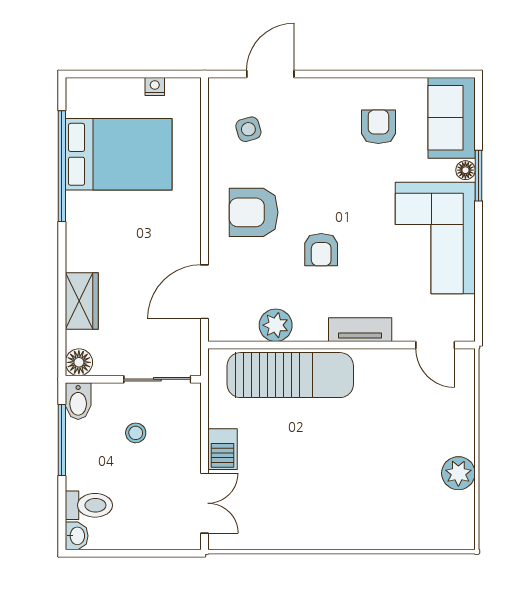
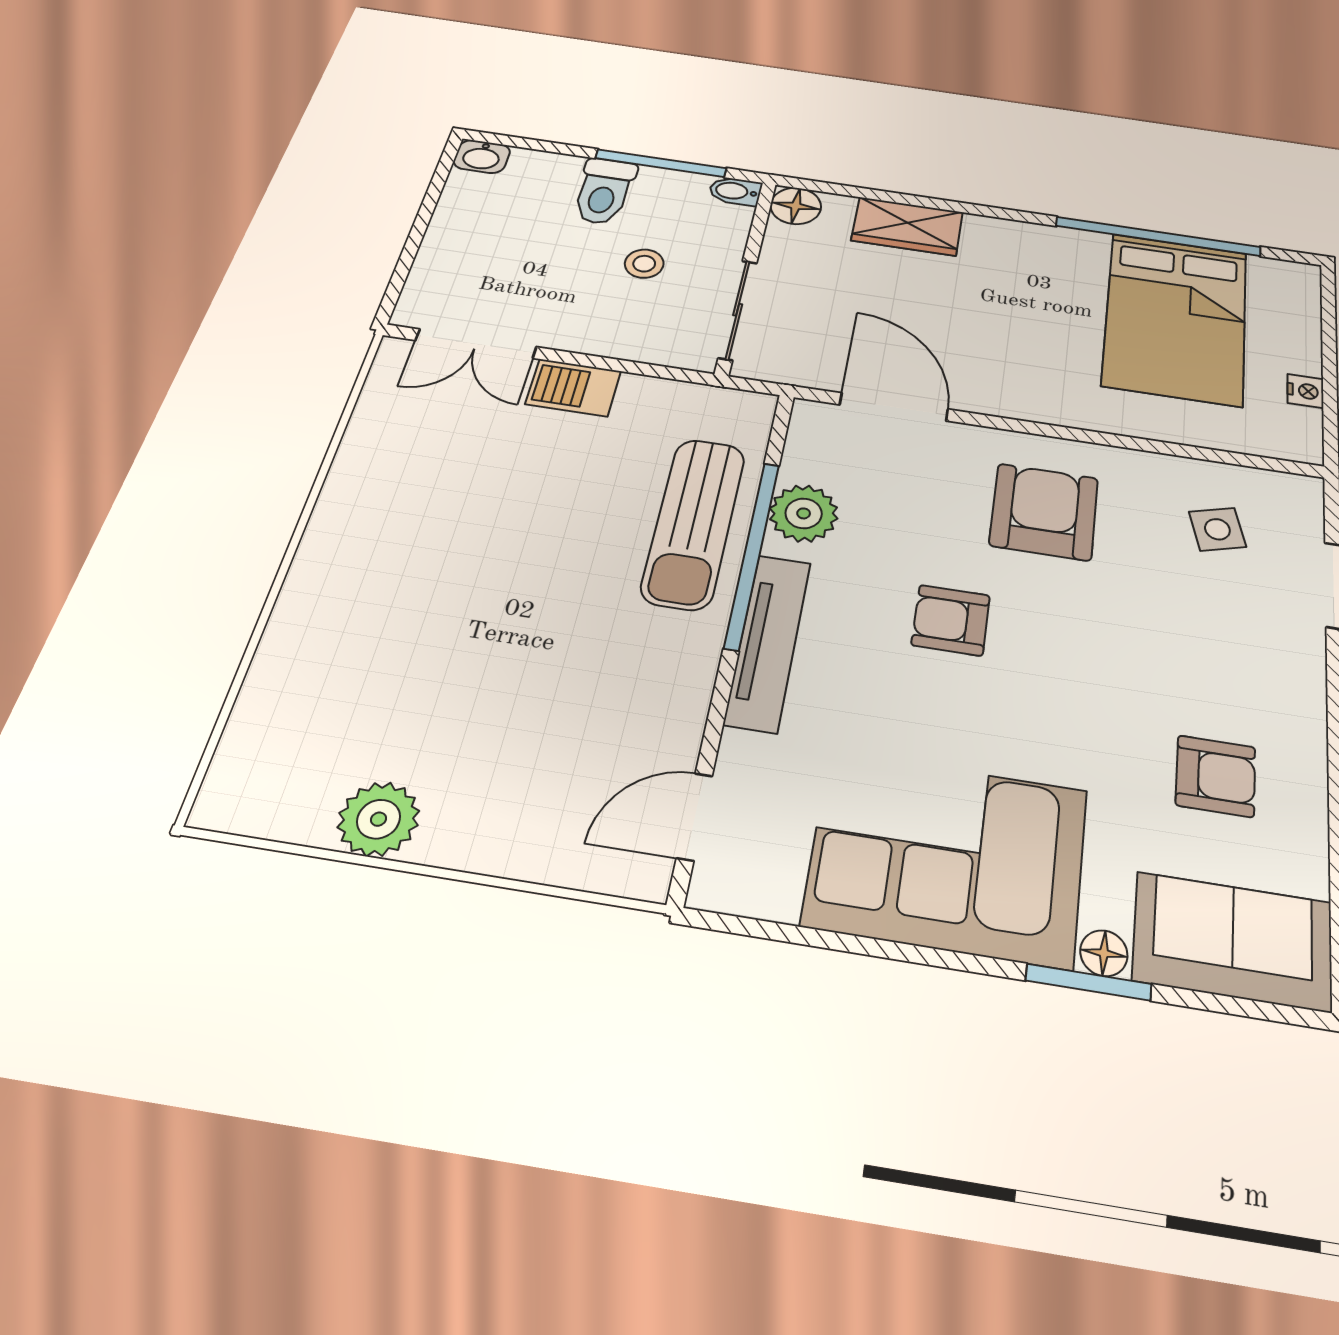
tv unit: (360, 330) -> (768, 642), width x1.41
window: (302, 345) -> (752, 554), added
sun lounger: (290, 375) -> (694, 523), width x0.73, depth x0.75
bidet: (78, 401) -> (735, 191), width x0.72, depth x0.74
toilet: (89, 505) -> (604, 191), moved

